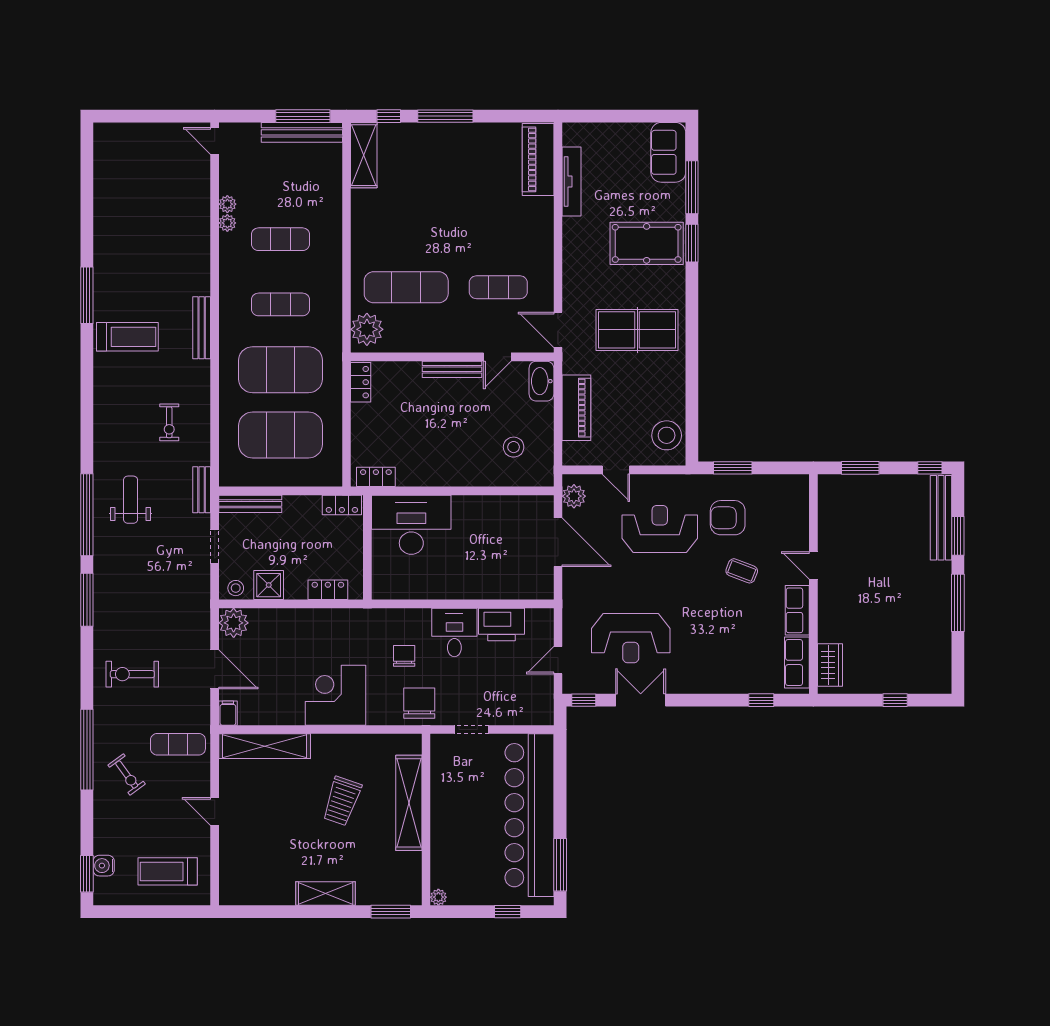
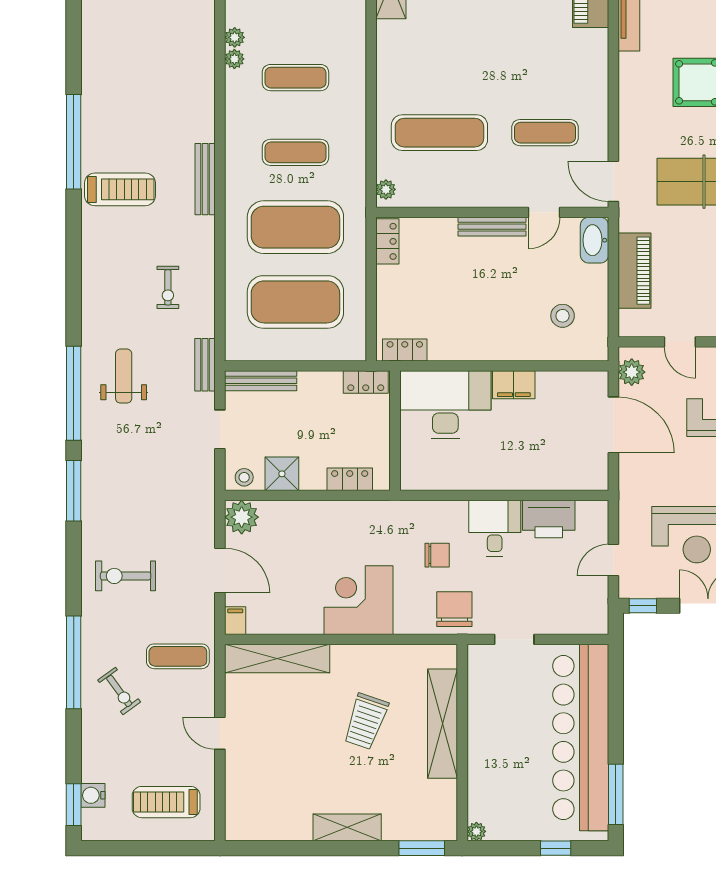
window: (87, 295) -> (74, 142), width x1.46
plant: (367, 329) -> (386, 189), width x0.53, depth x0.53
filing cabinet: (471, 507) -> (514, 385), added
chair: (404, 656) -> (437, 555), turned 90

